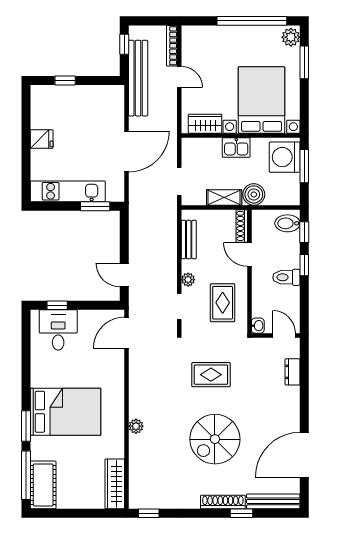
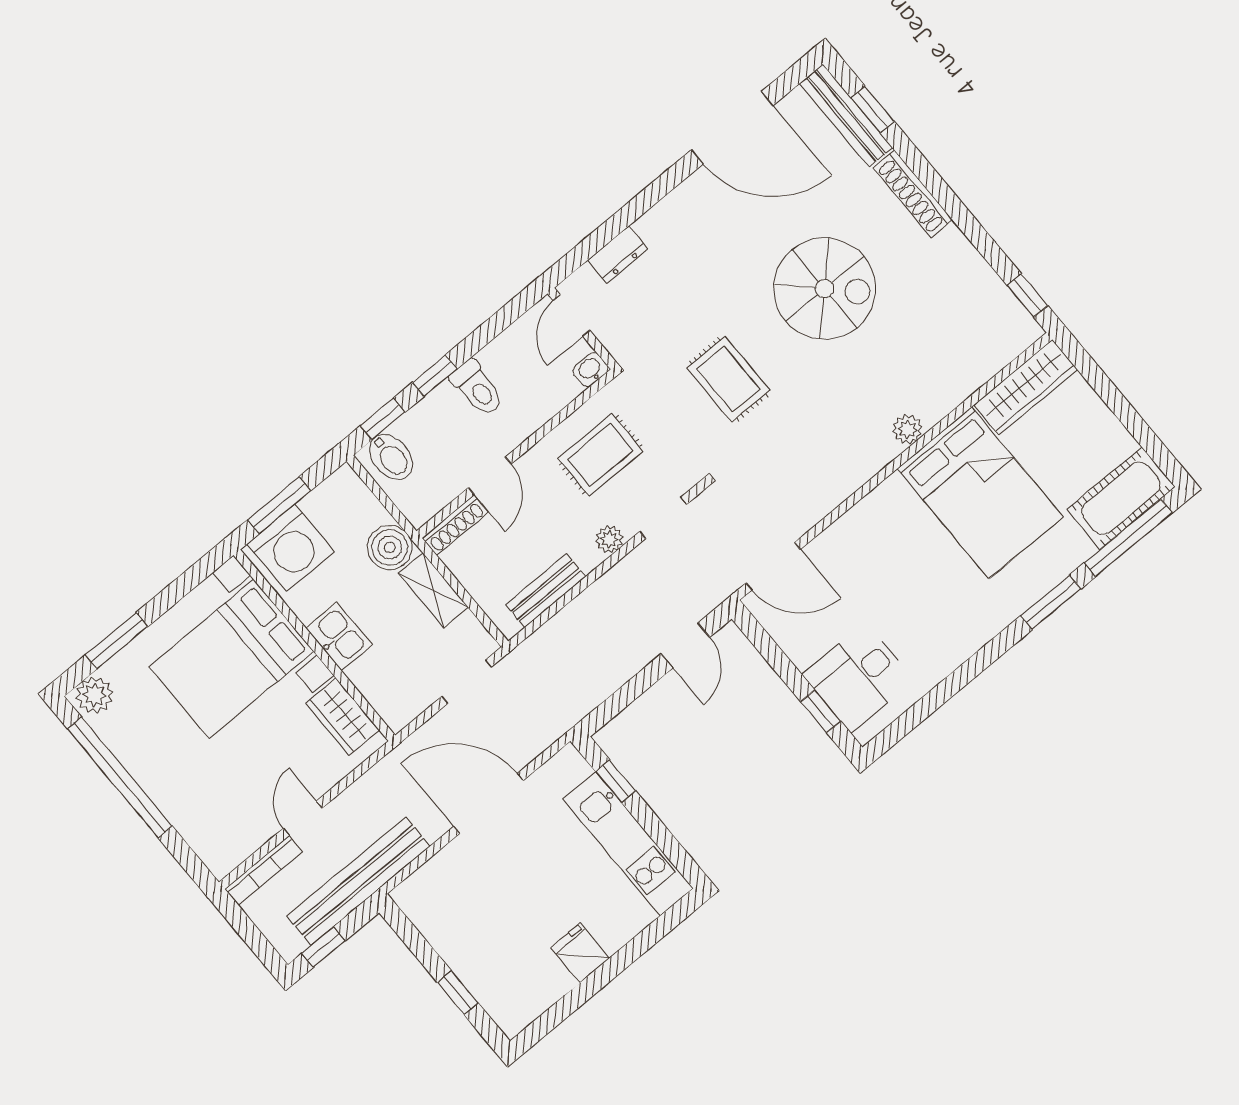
window: (95, 206) -> (616, 781), width x0.67
bed: (66, 412) -> (980, 493), moved, turned 180
window: (242, 513) -> (873, 109), moved

